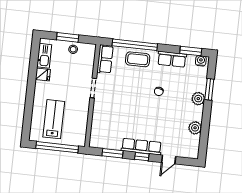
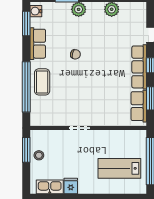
window: (68, 37) -> (26, 150), moved
row of seats: (105, 59) -> (139, 106), moved, turned -90

